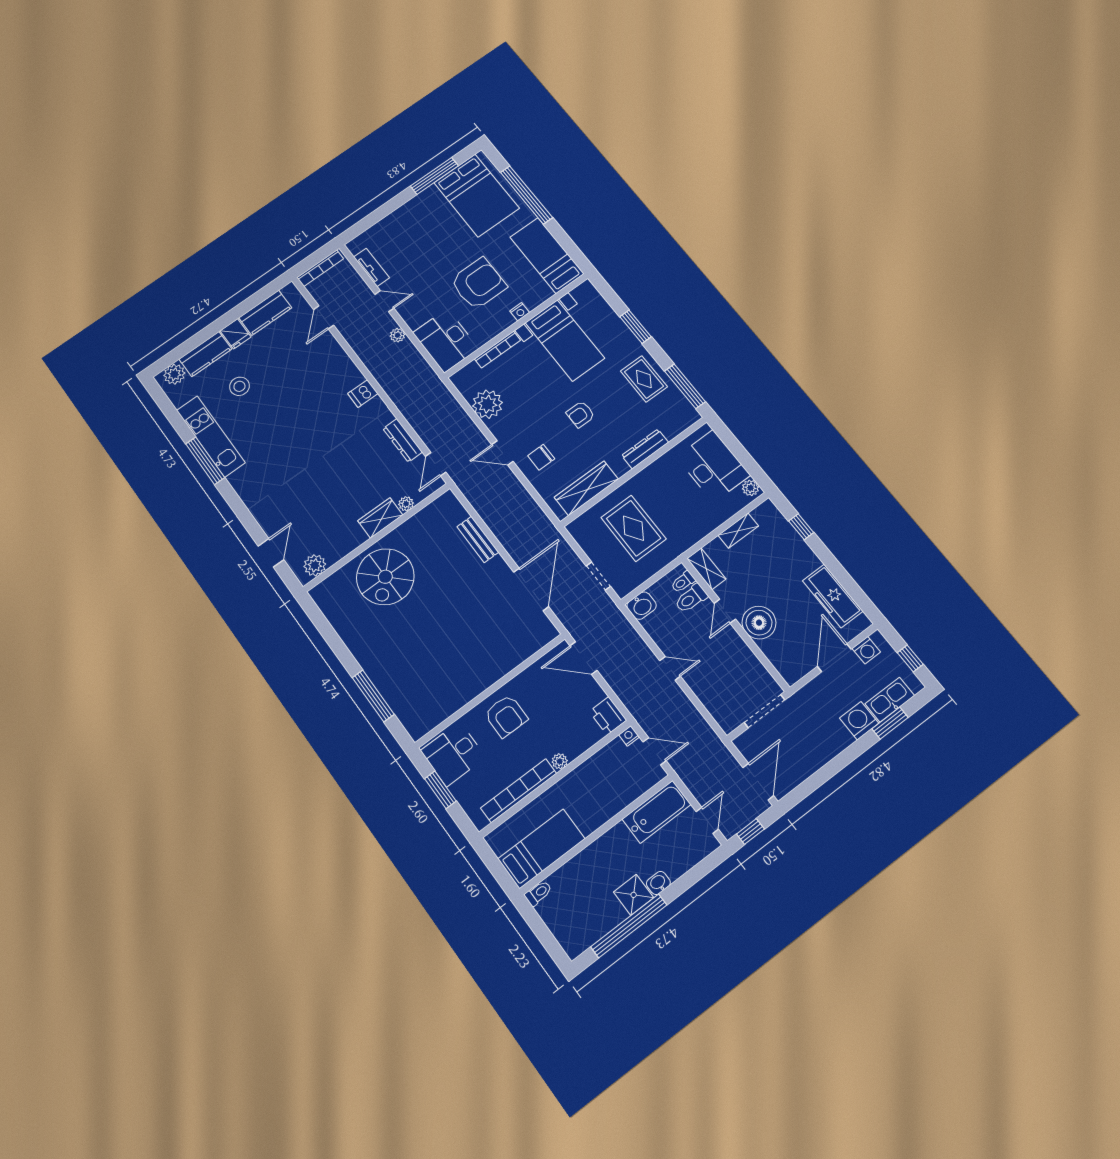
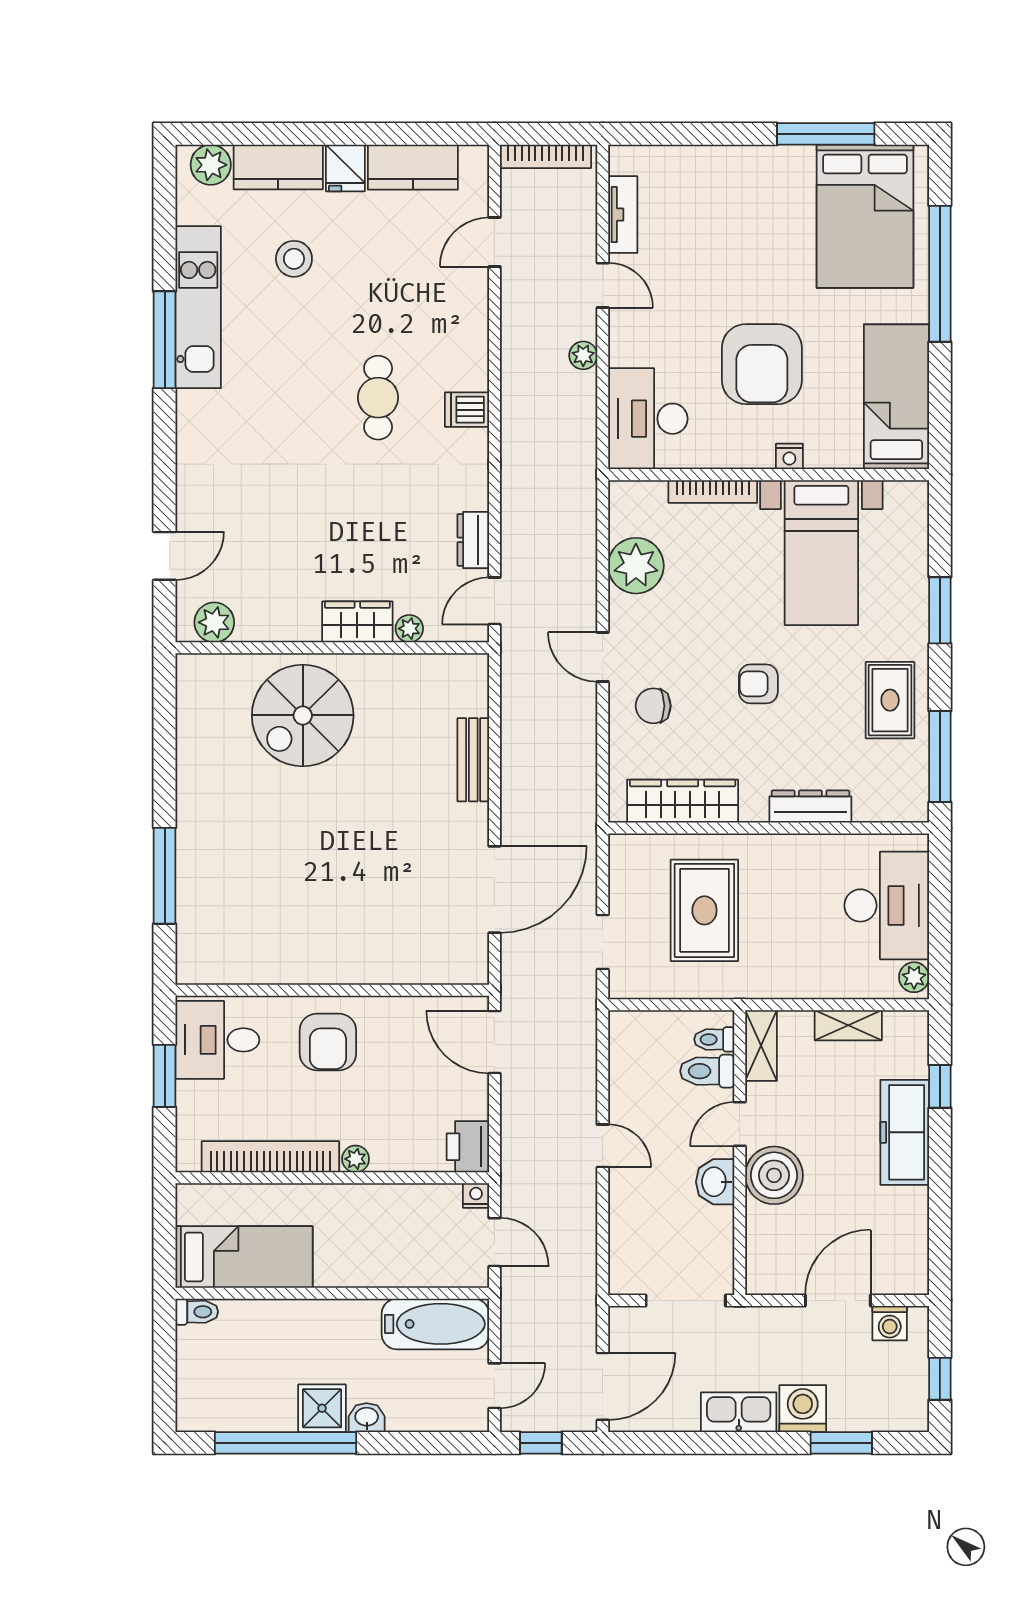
armchair: (478, 284) -> (762, 364), turned 90
cafe table: (319, 417) -> (378, 398), added
dresser: (403, 440) -> (473, 540), width x0.70
freezer: (833, 596) -> (905, 1132), moved
washbasin: (642, 606) -> (715, 1182), moved, turned 90
kitchen sink: (890, 700) -> (739, 1412), moved

